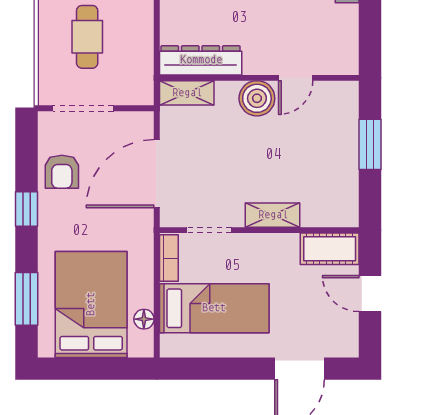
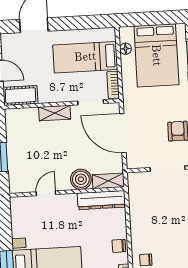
cafe table: (87, 37) -> (168, 210), removed
boiler: (257, 98) -> (81, 179), moved
door: (157, 174) -> (123, 133), swing flipped

